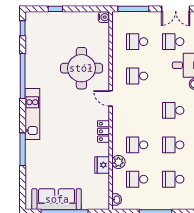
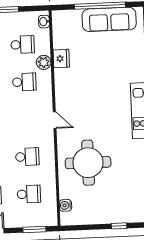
window: (133, 9) -> (34, 229), width x0.69
water cooler: (104, 17) -> (65, 205), moved
door: (111, 98) -> (55, 120), moved
locker: (103, 131) -> (61, 95), removed

